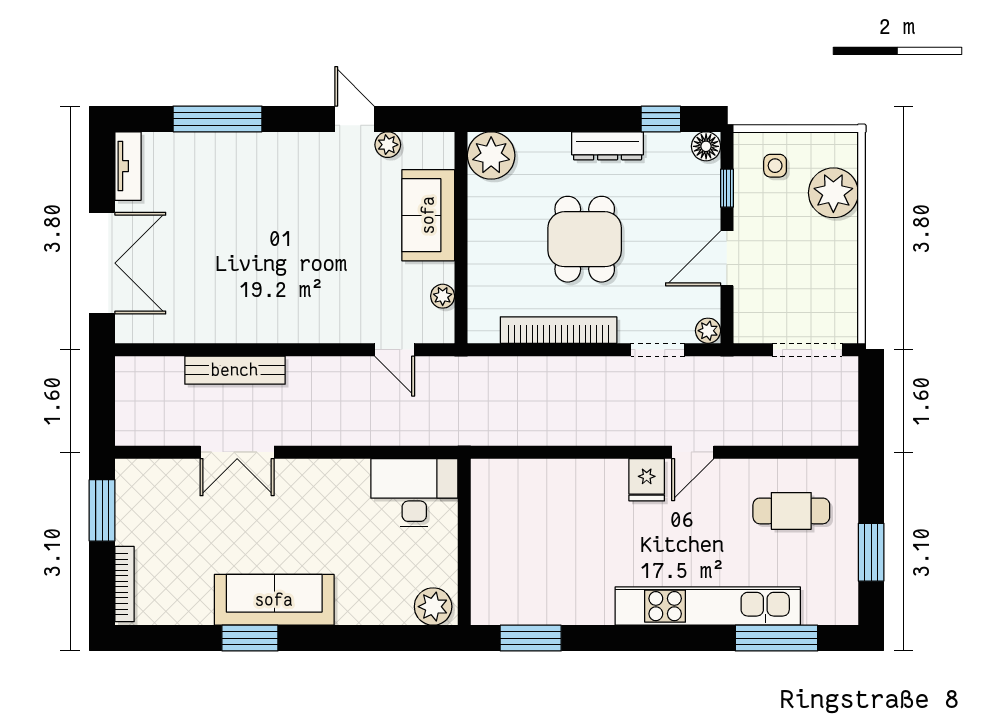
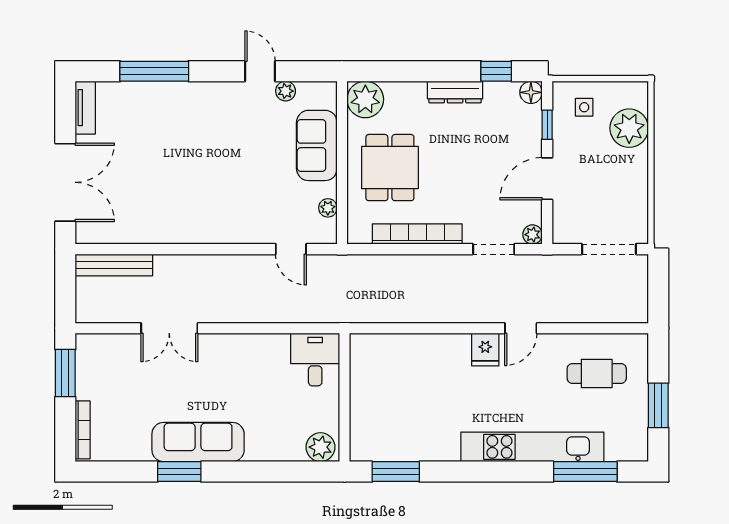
dining table: (585, 239) -> (390, 168), moved
bench: (235, 370) -> (114, 265), moved
desk: (414, 493) -> (315, 359), width x0.73

